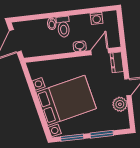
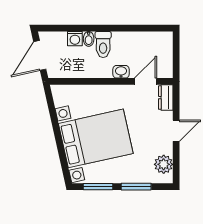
washing machine: (97, 18) -> (75, 39), moved
plant: (120, 104) -> (164, 164), moved

